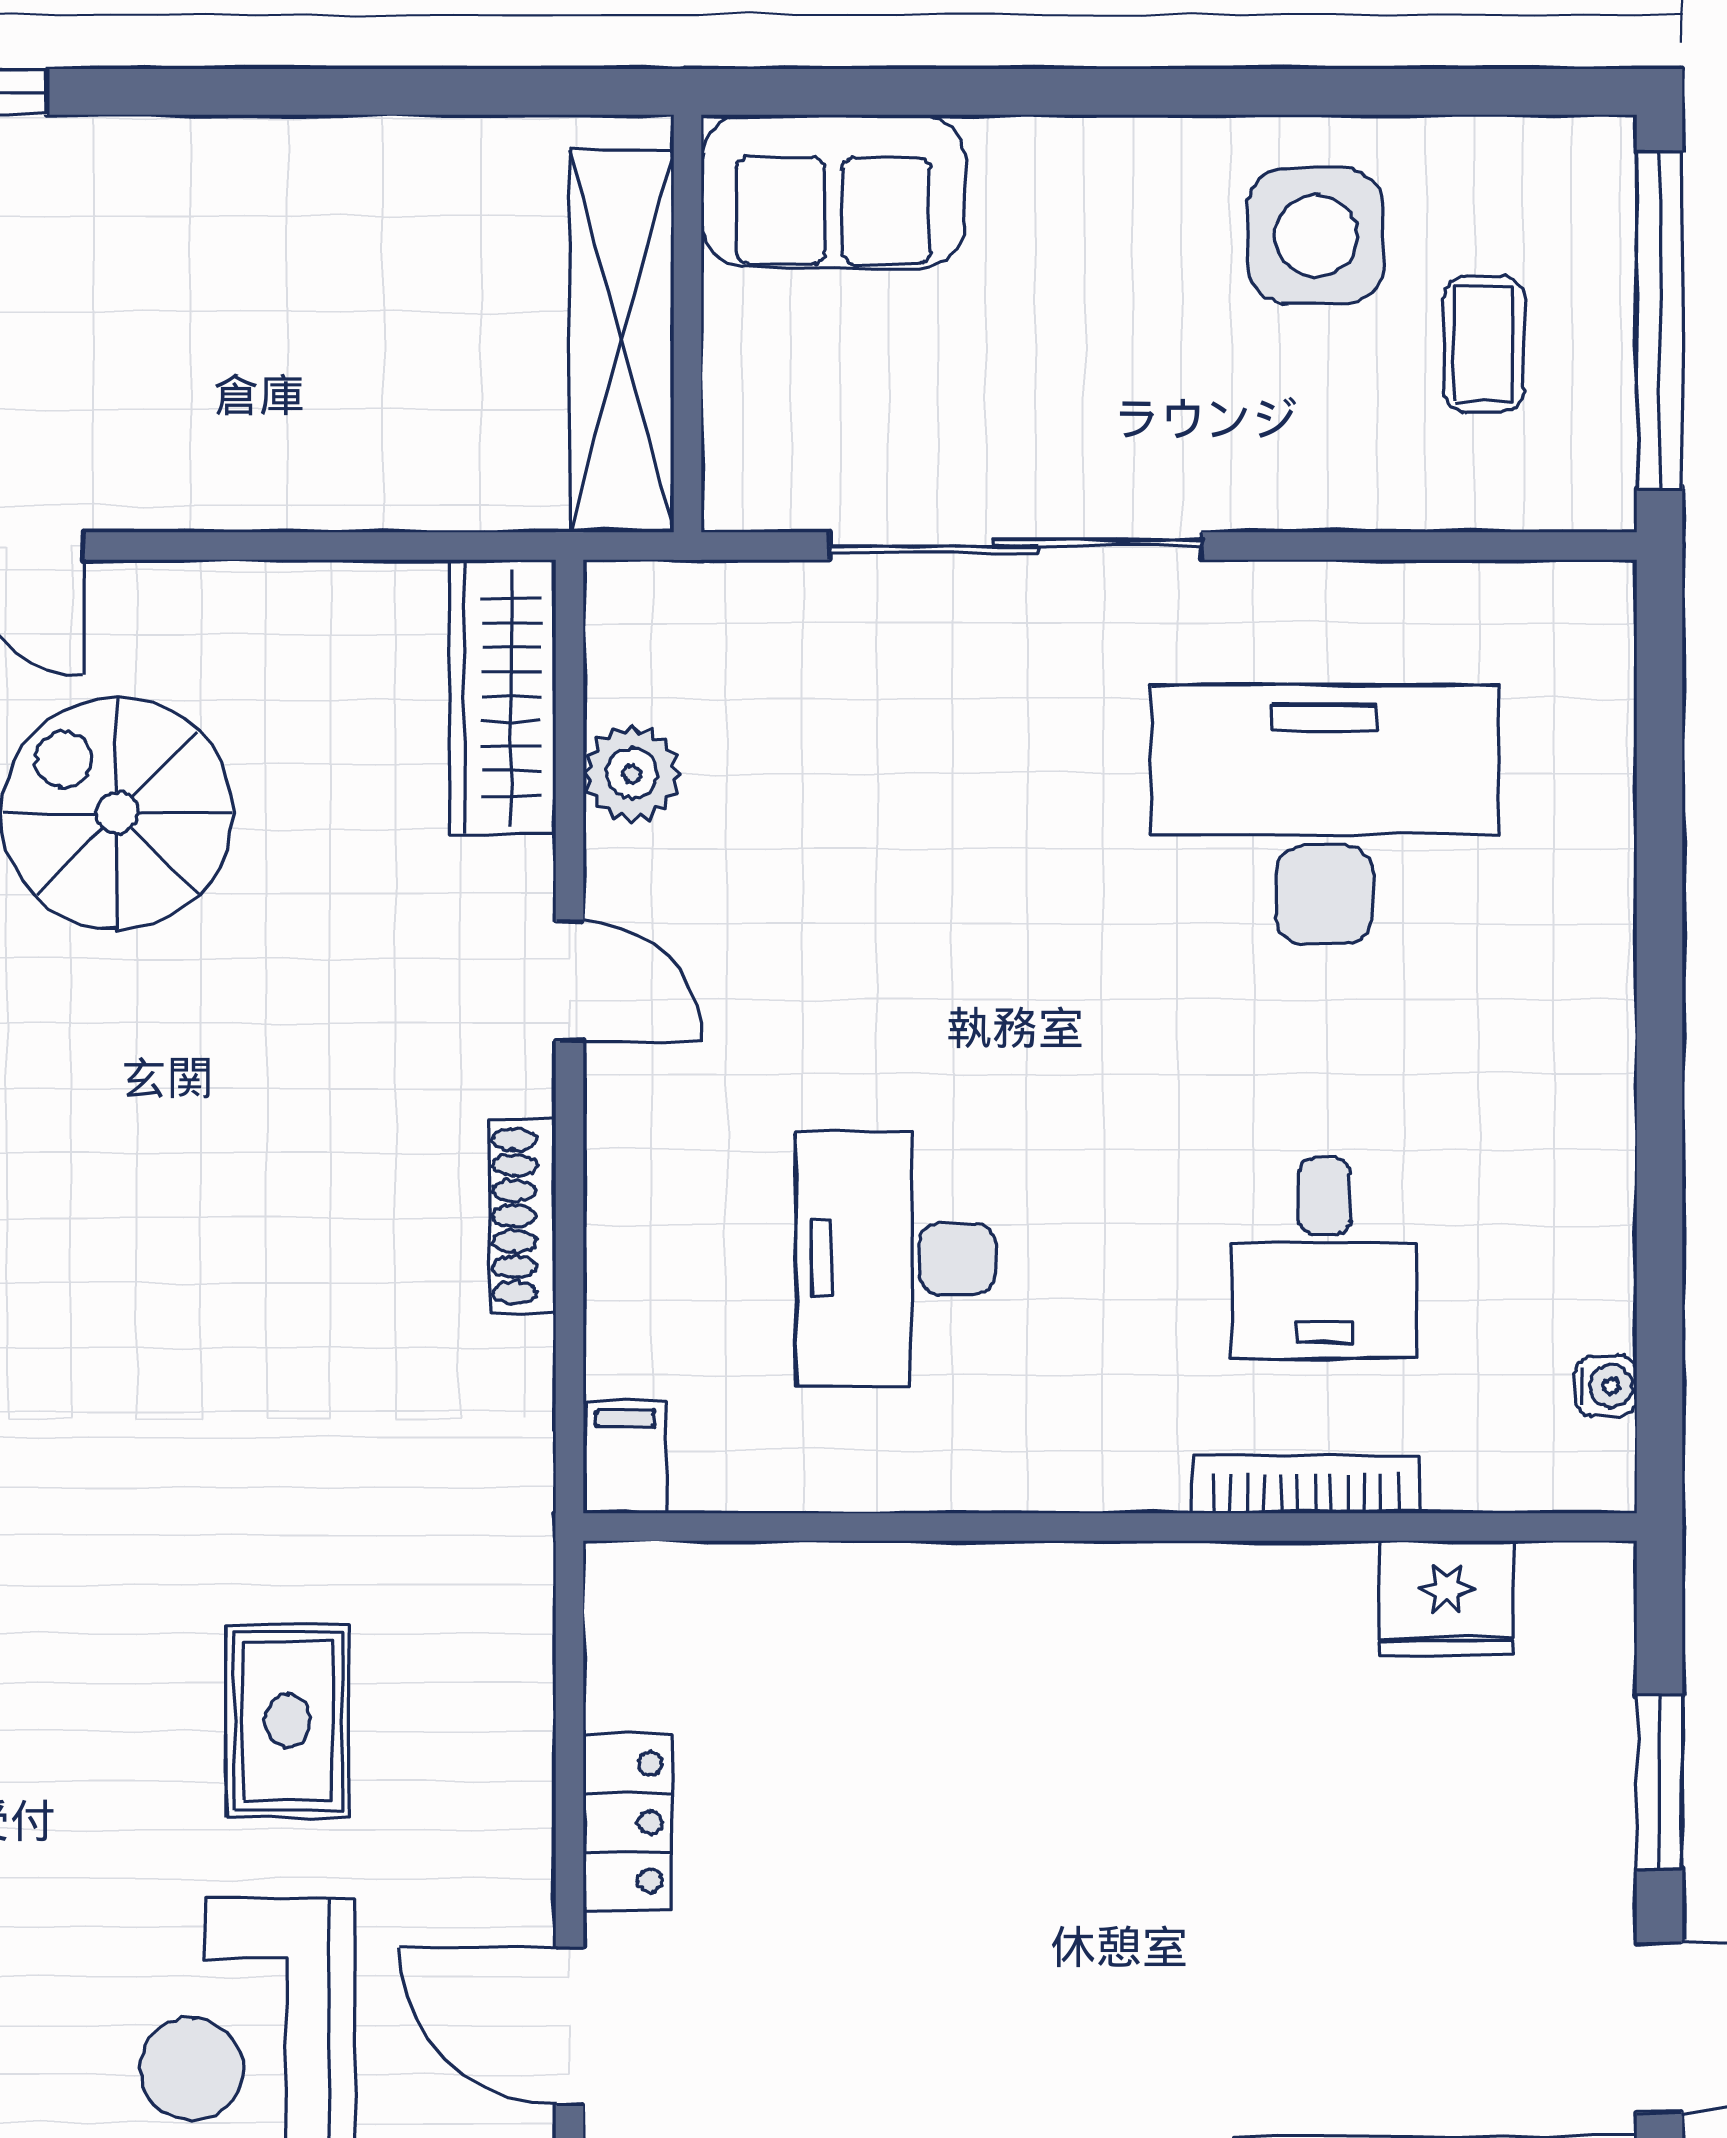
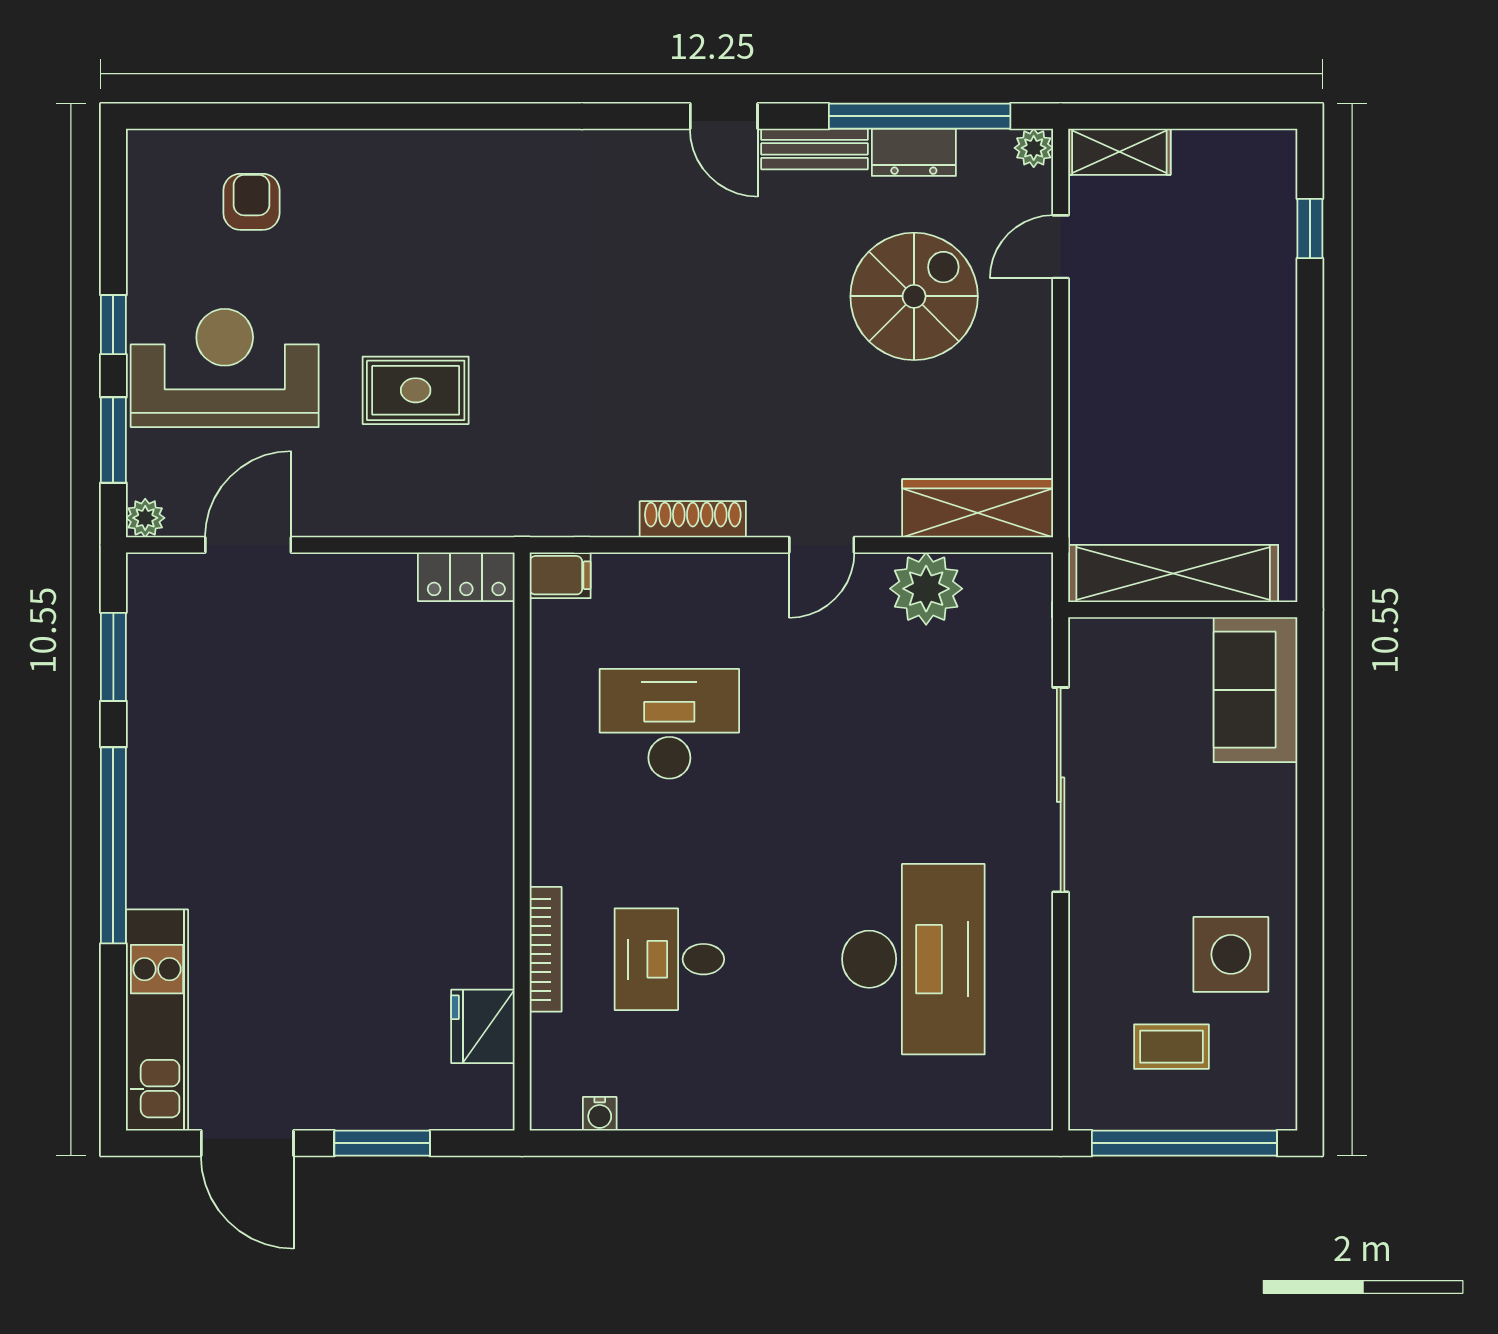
plant: (632, 773) -> (926, 589), width x1.36, depth x1.36
locker: (628, 1822) -> (466, 577), moved

